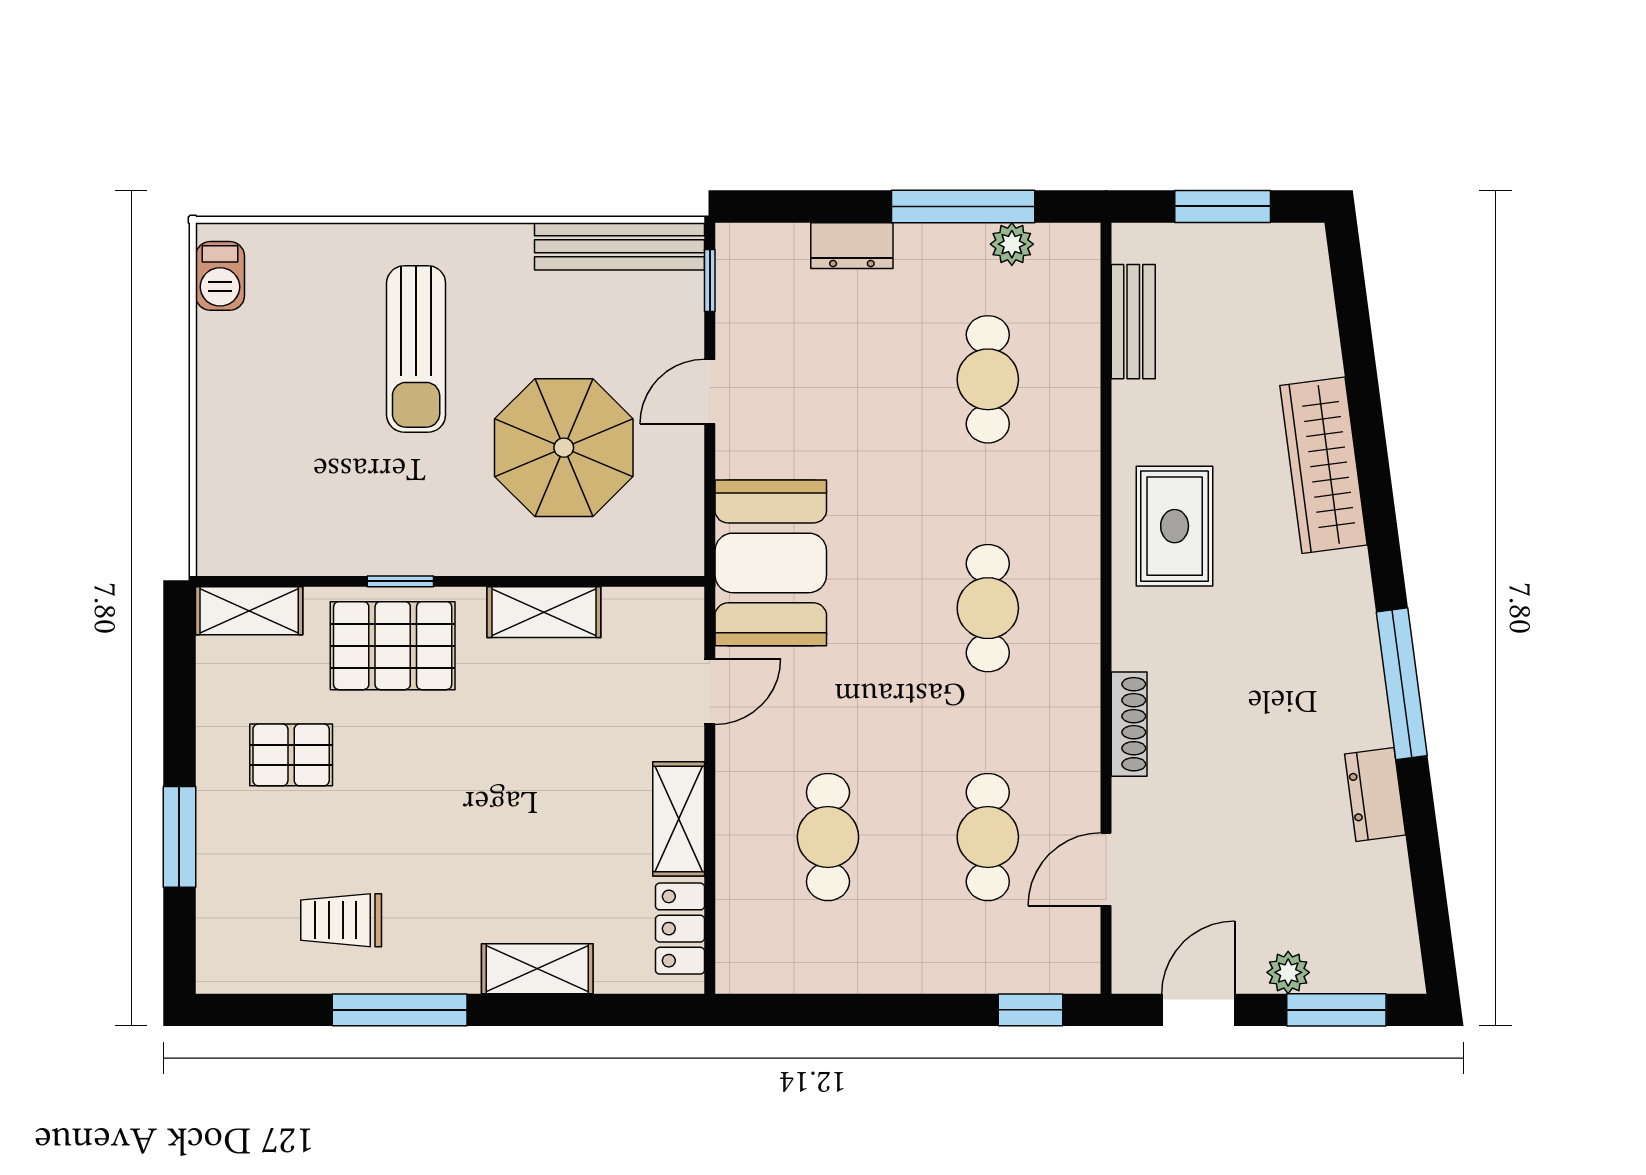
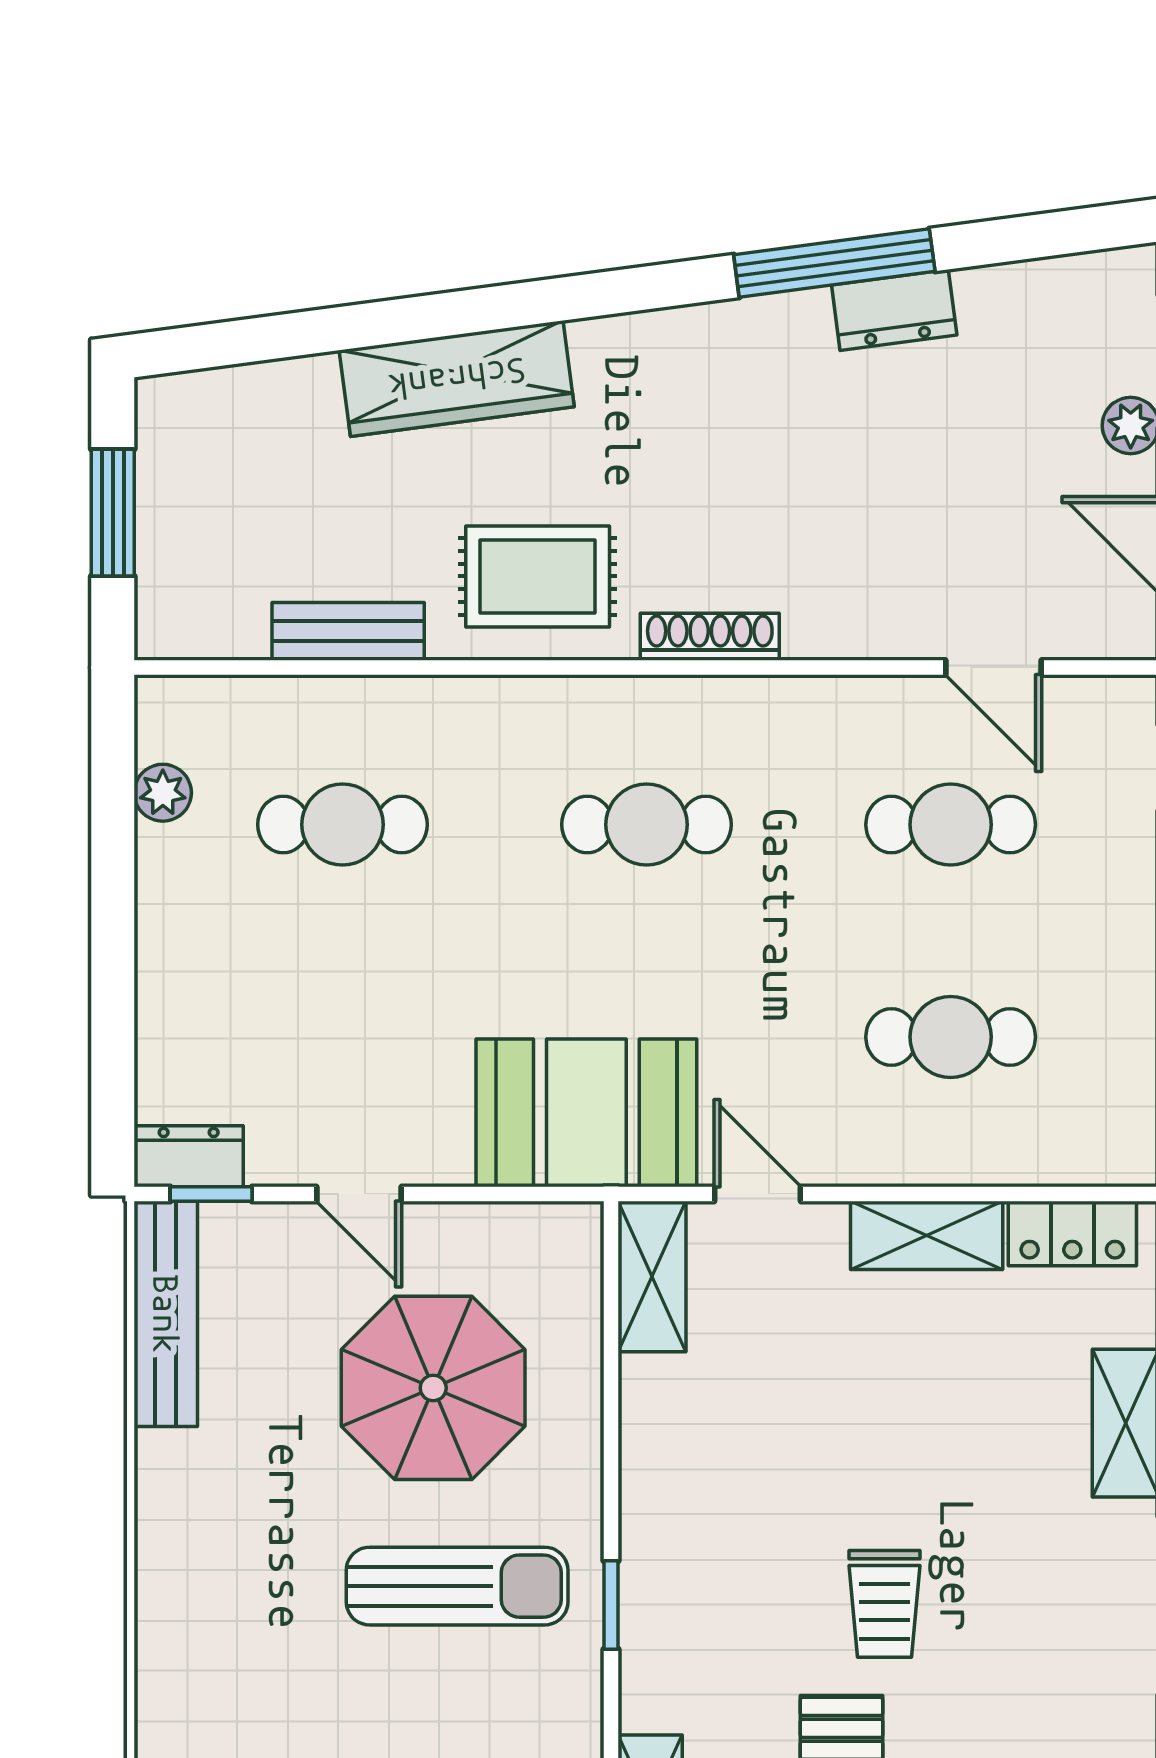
window: (963, 206) -> (113, 857), removed
dresser: (852, 246) -> (189, 1156), moved, turned -90
bench: (1133, 322) -> (348, 631), moved
sun lounger: (416, 349) -> (457, 1586), moved
shelving: (544, 612) -> (652, 1276), moved
pallet: (393, 646) -> (696, 1615), removed
window: (1402, 684) -> (834, 263), moved
shoe rack: (1129, 724) -> (710, 637), moved
trolley: (341, 920) -> (884, 1604), moved

